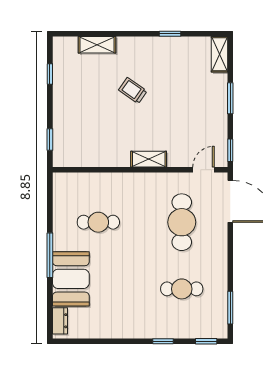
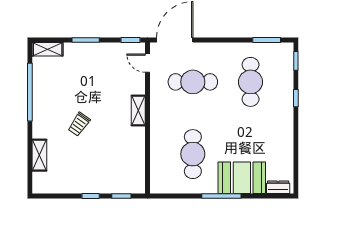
window: (170, 34) -> (30, 92), width x3.17
window: (50, 74) -> (91, 196), moved
cafe table: (98, 222) -> (193, 154), width x1.37, depth x1.35
cafe table: (182, 289) -> (251, 82), width x1.37, depth x1.35

